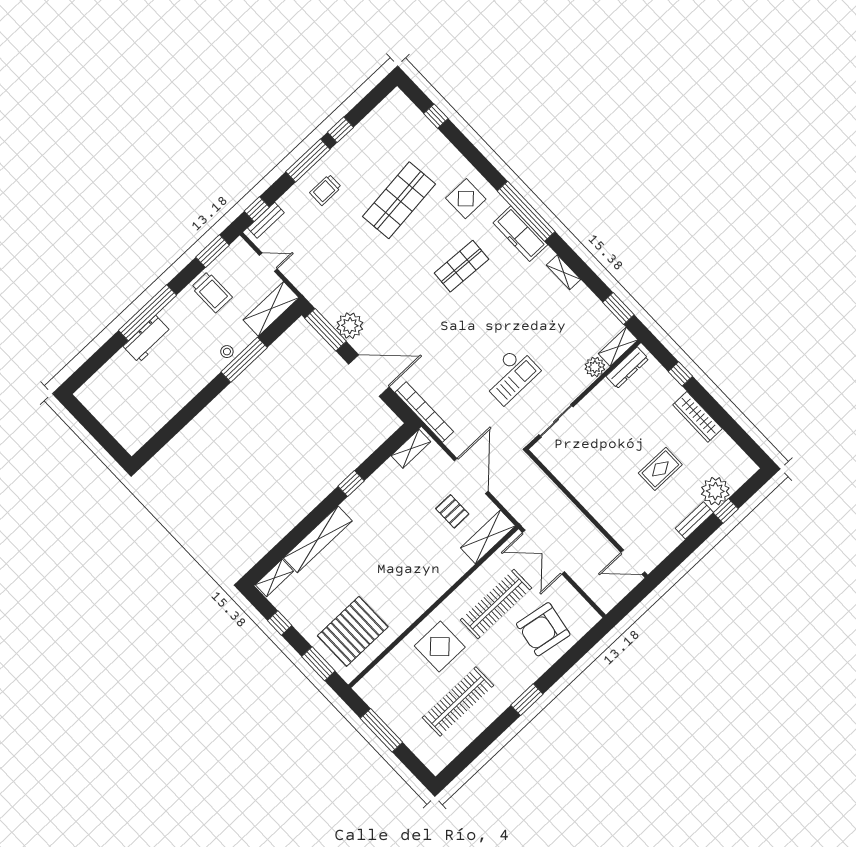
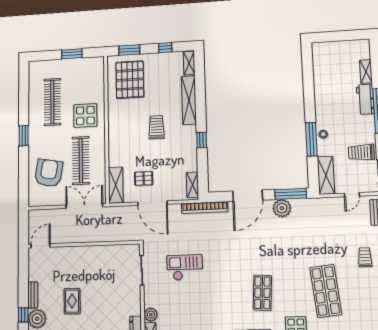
shelving: (114, 366) -> (366, 71), added
checkout: (510, 375) -> (185, 267), turned 90
trolley: (381, 549) -> (156, 127), added
window: (381, 730) -> (72, 54), width x0.69

